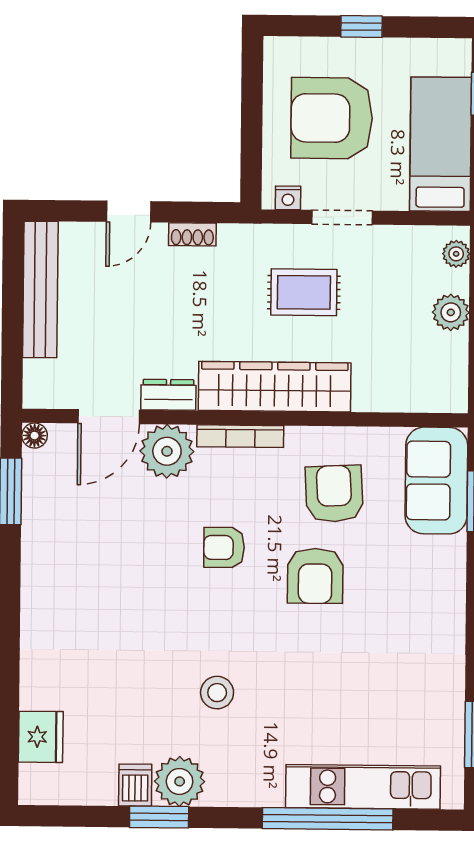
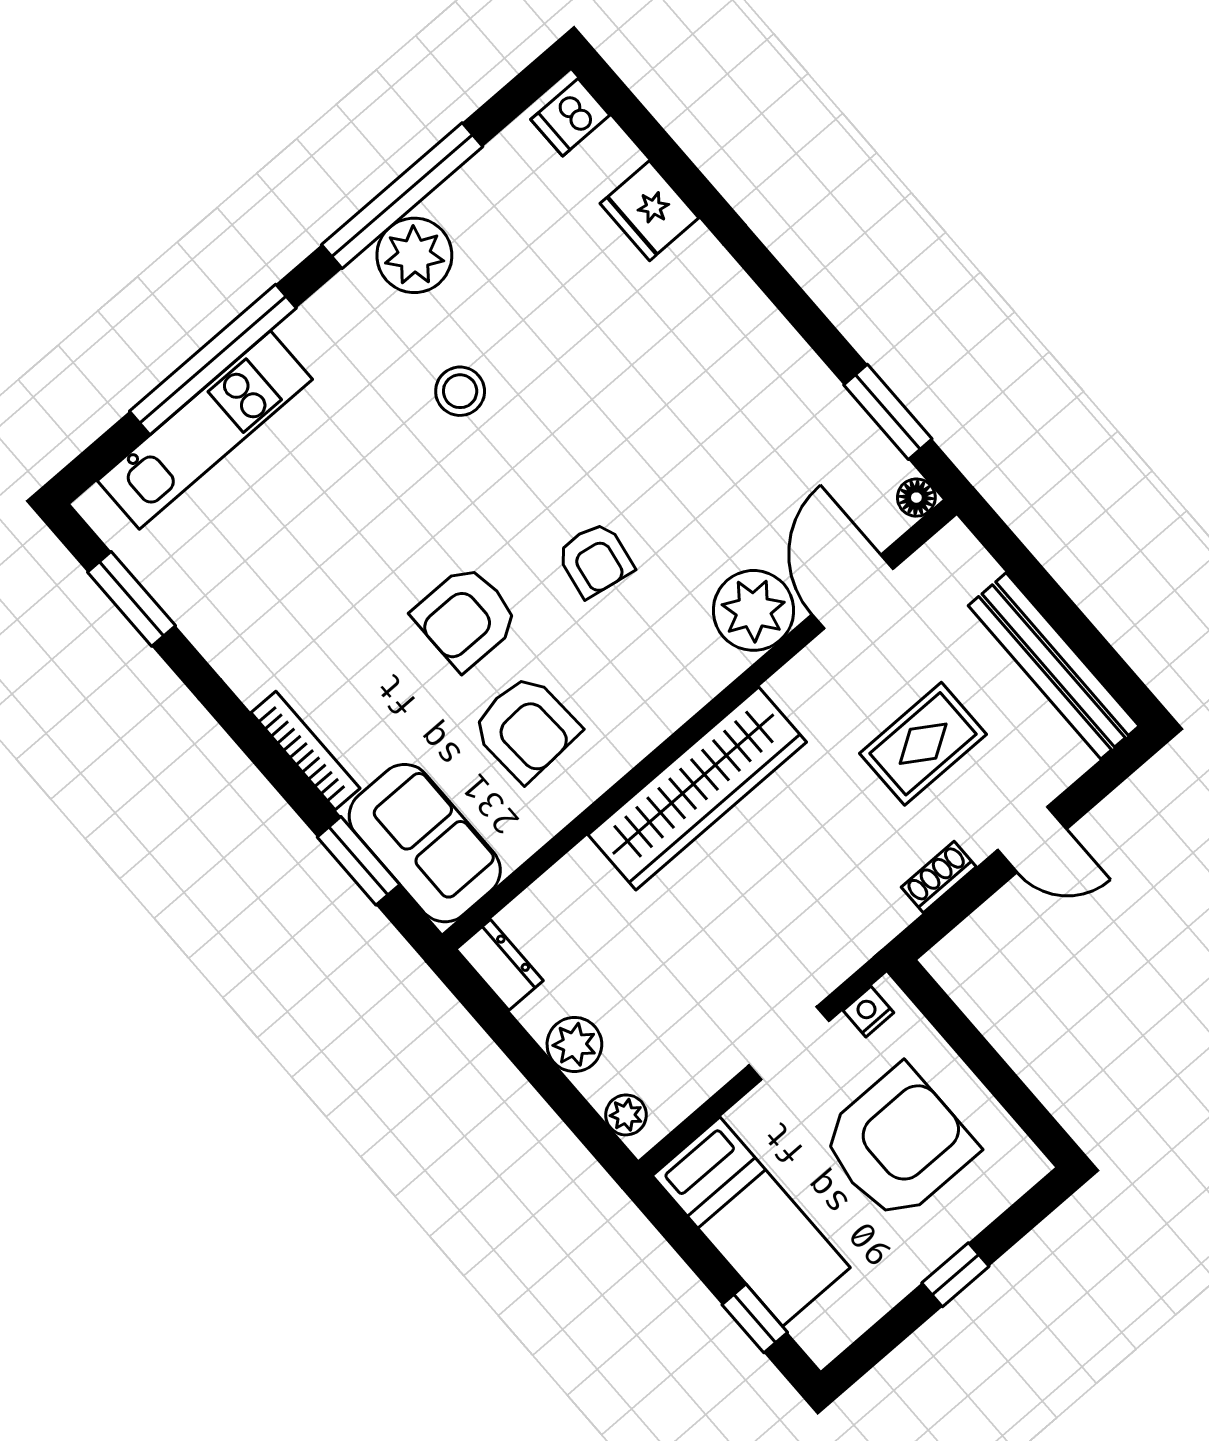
door: (129, 212) -> (1032, 840), swing flipped
rug: (304, 292) -> (923, 744), moved
dresser: (168, 395) -> (500, 965), moved, turned -90
bookcase: (240, 436) -> (306, 750), moved, turned 90
armchair: (224, 548) -> (595, 560), turned 100
armchair: (315, 576) -> (466, 618), turned -90
fridge: (41, 737) -> (649, 211), moved
dishwasher: (135, 785) -> (570, 117), moved, turned 90
window: (159, 817) -> (402, 196), width x2.11

